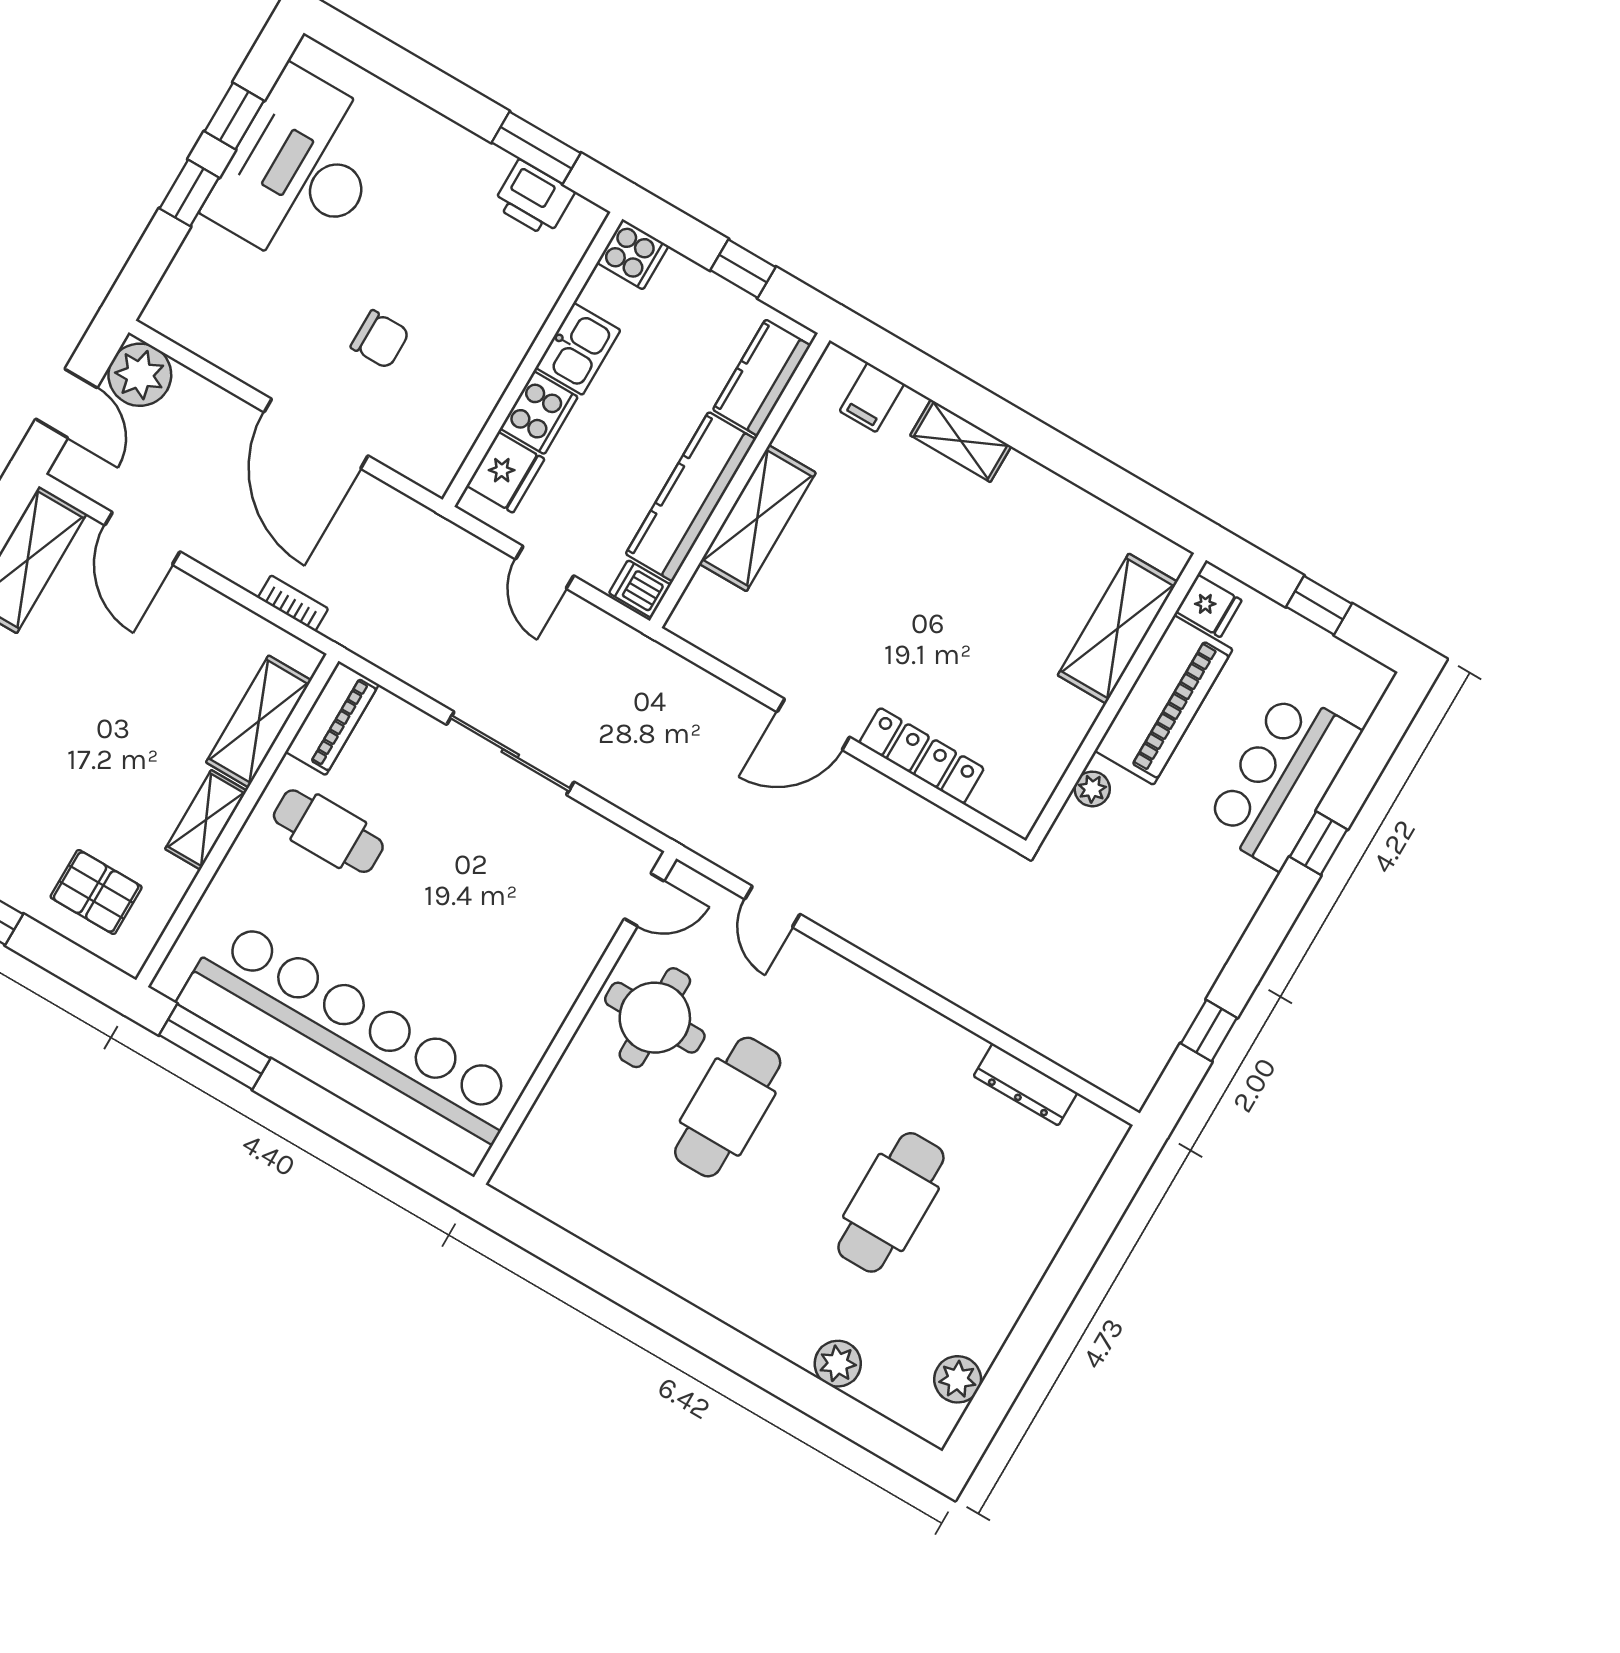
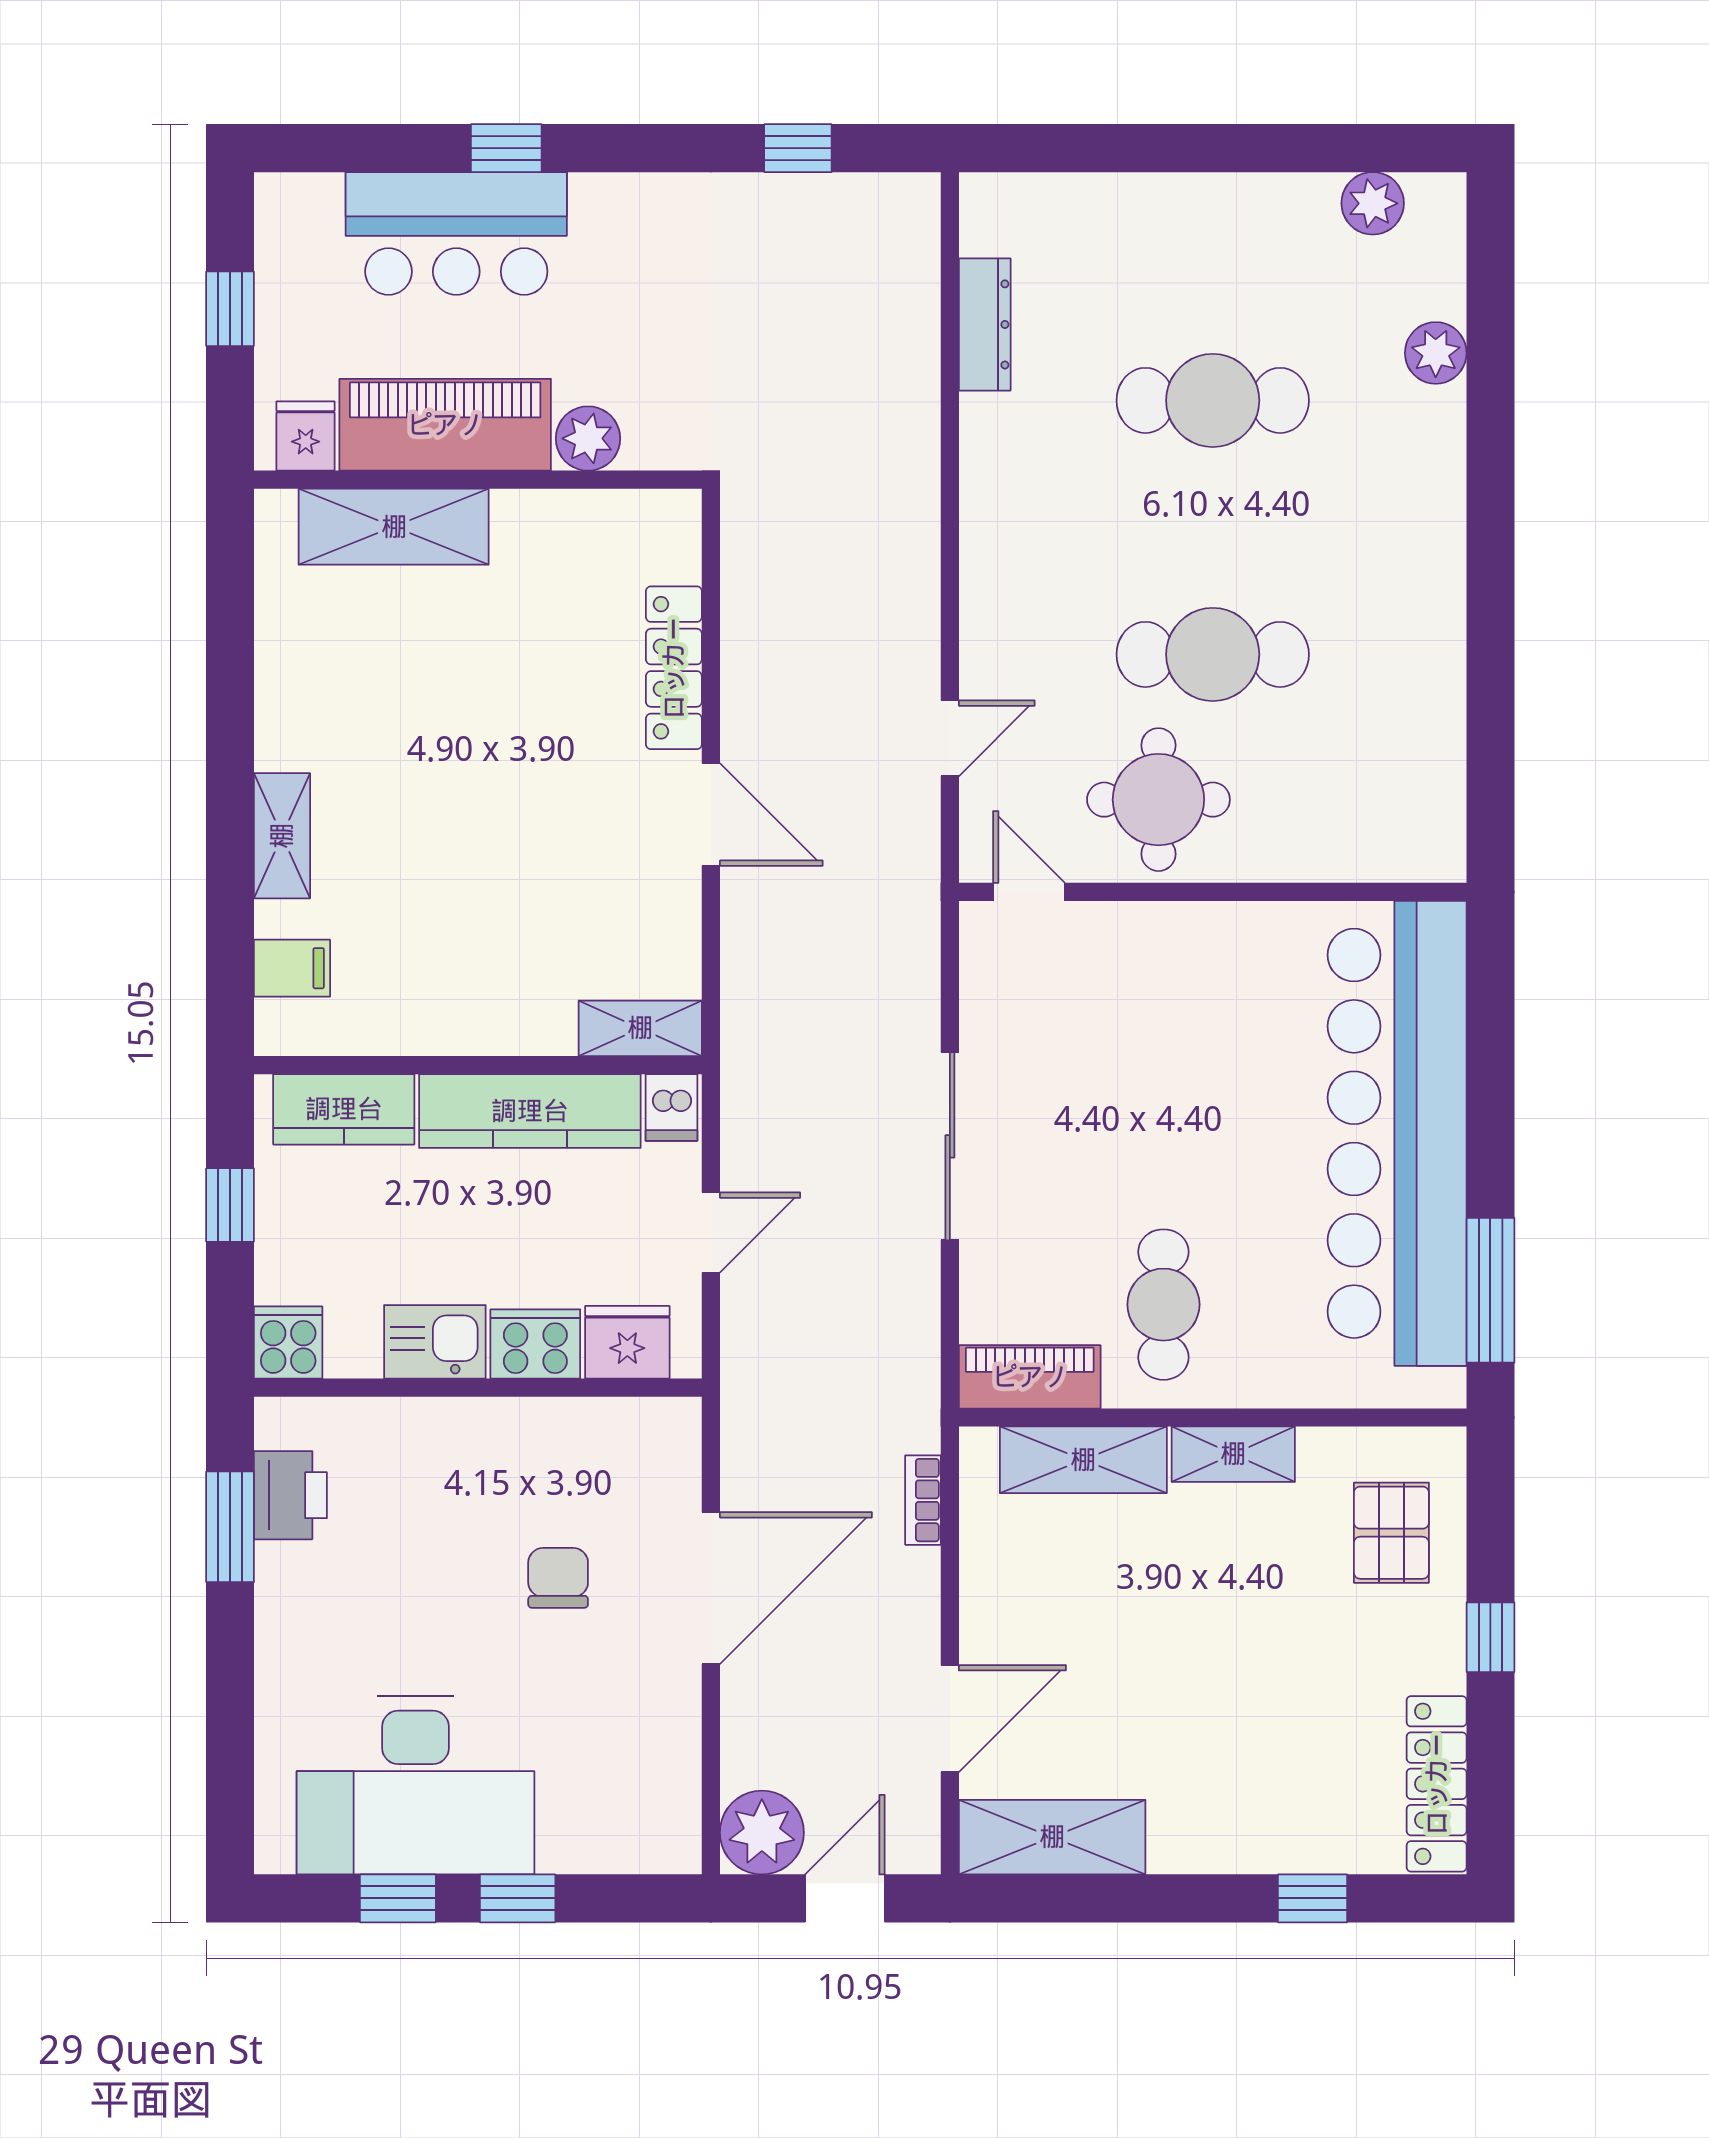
shelving: (757, 518) -> (640, 1028), moved, width x0.67, depth x0.75
plant: (1092, 789) -> (588, 438), width x1.38, depth x1.38

